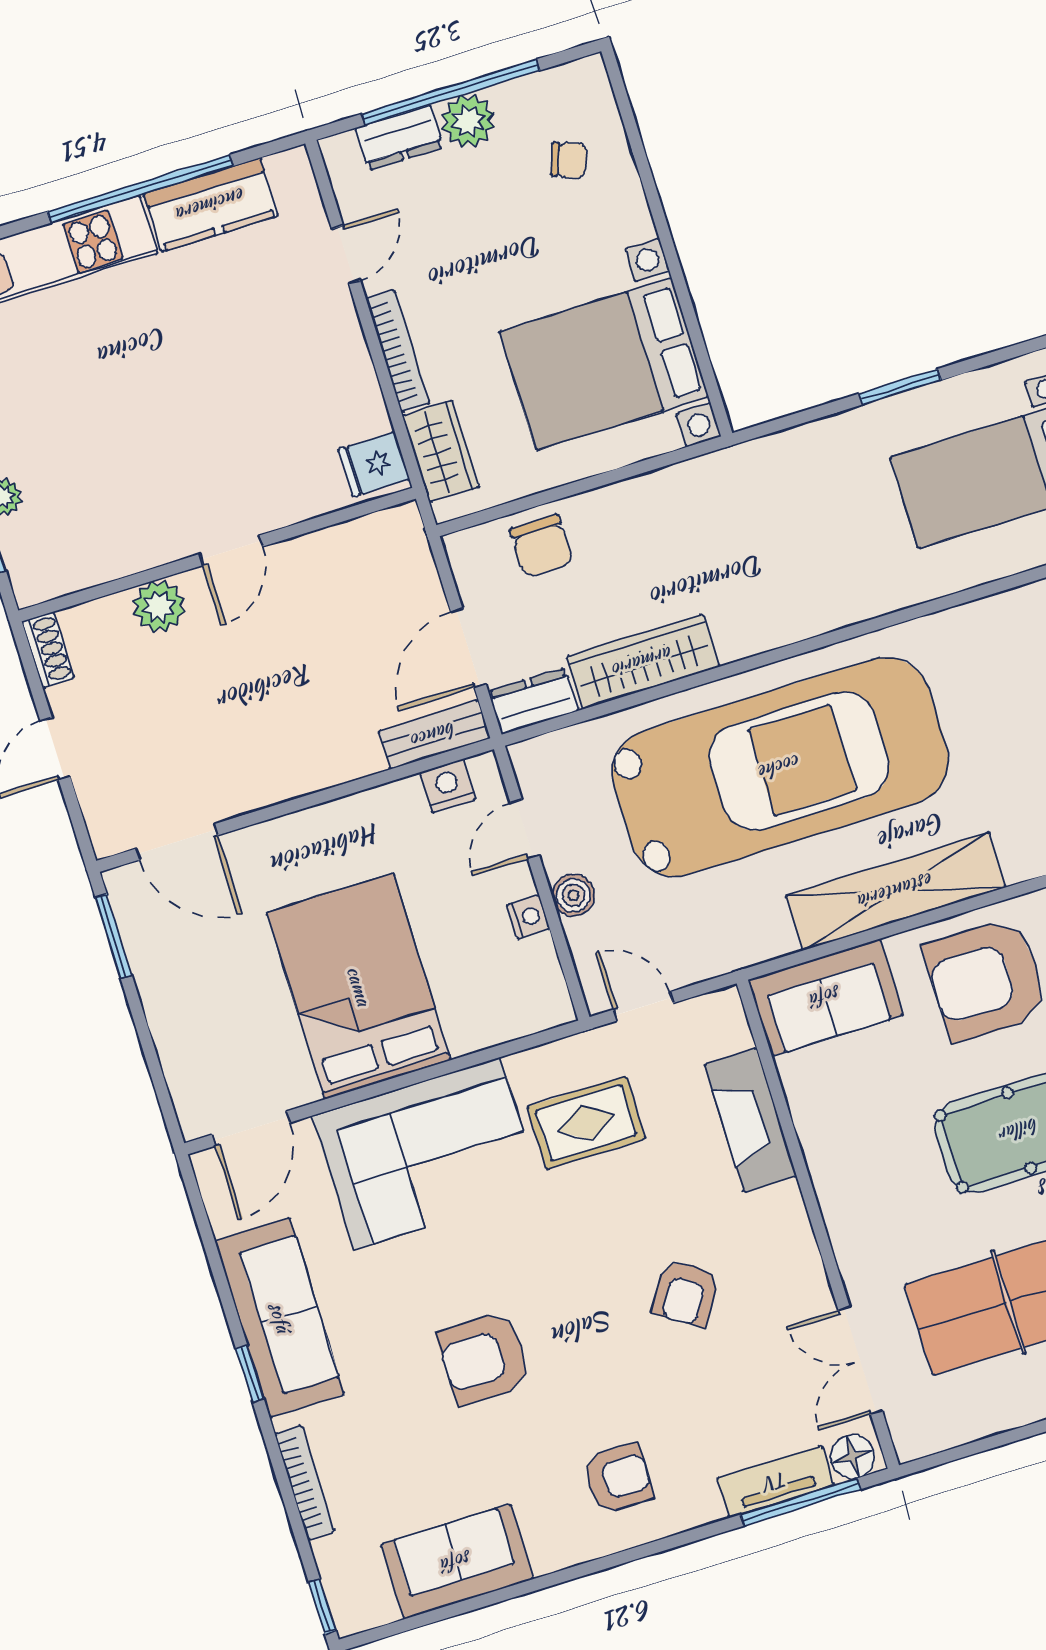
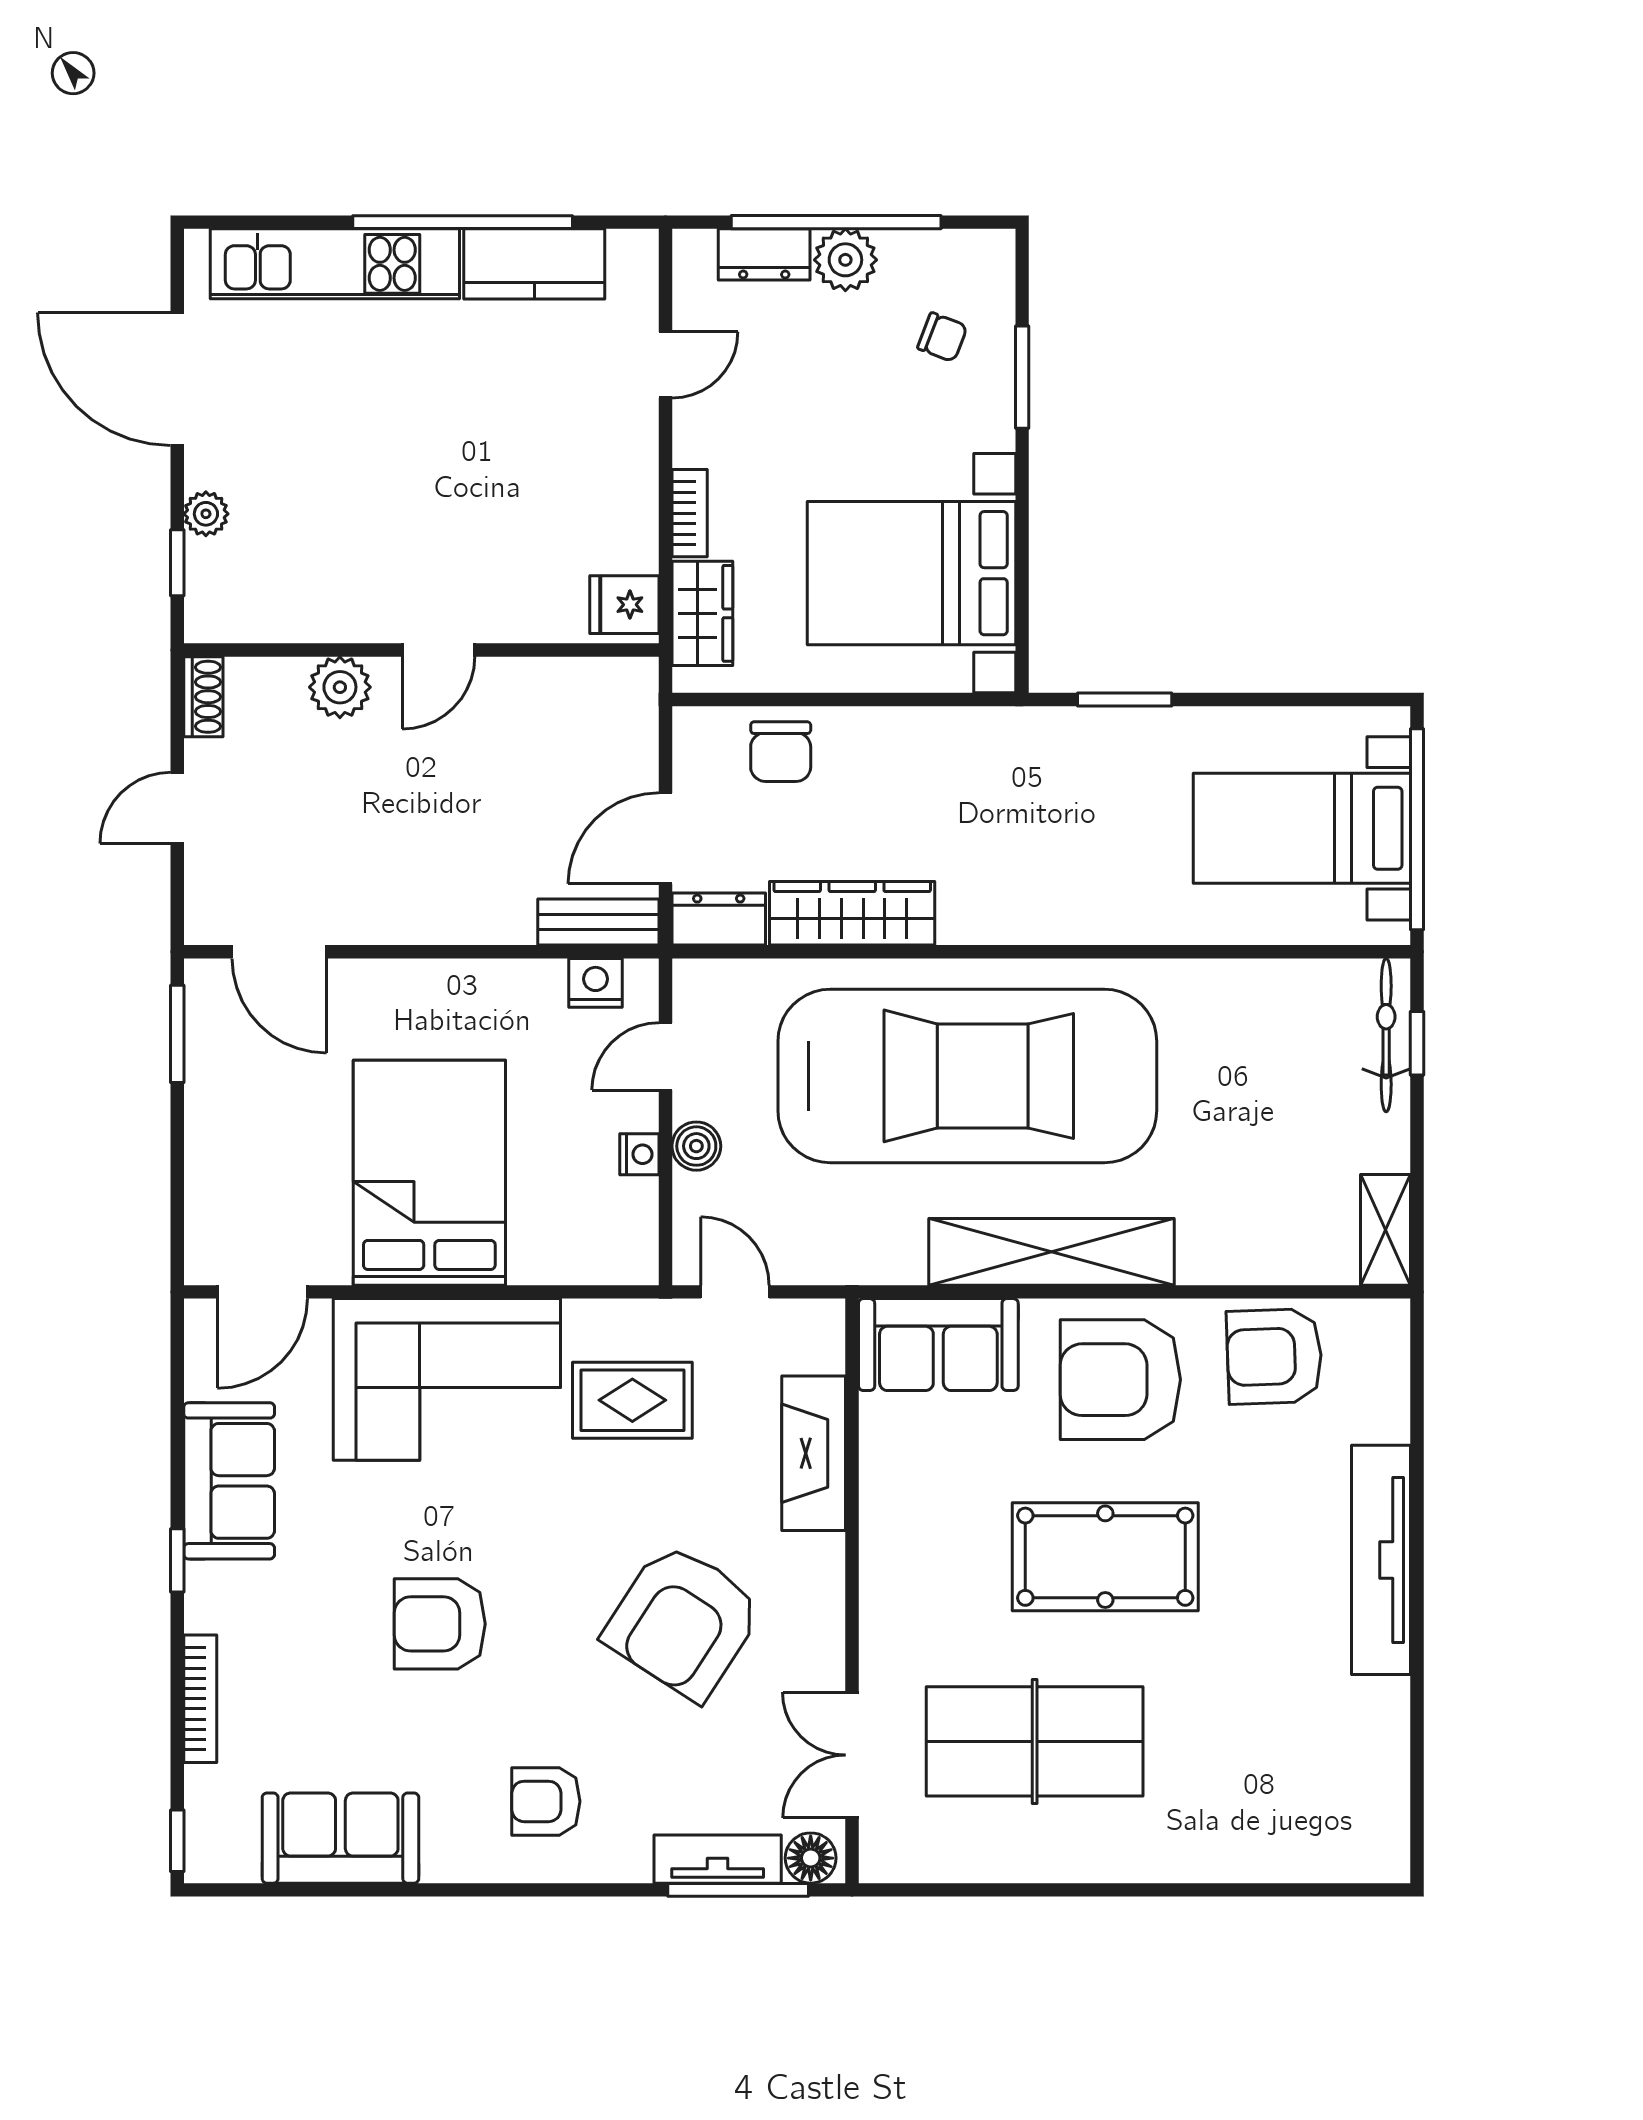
window: (645, 173) -> (1022, 377), added
bookcase: (398, 351) -> (690, 513), width x0.64
window: (900, 387) -> (1125, 699), moved
armchair: (686, 1293) -> (683, 1621), width x1.88, depth x1.88
sofa: (280, 1317) -> (229, 1481), width x0.73
armchair: (618, 1478) -> (546, 1801), turned 180

